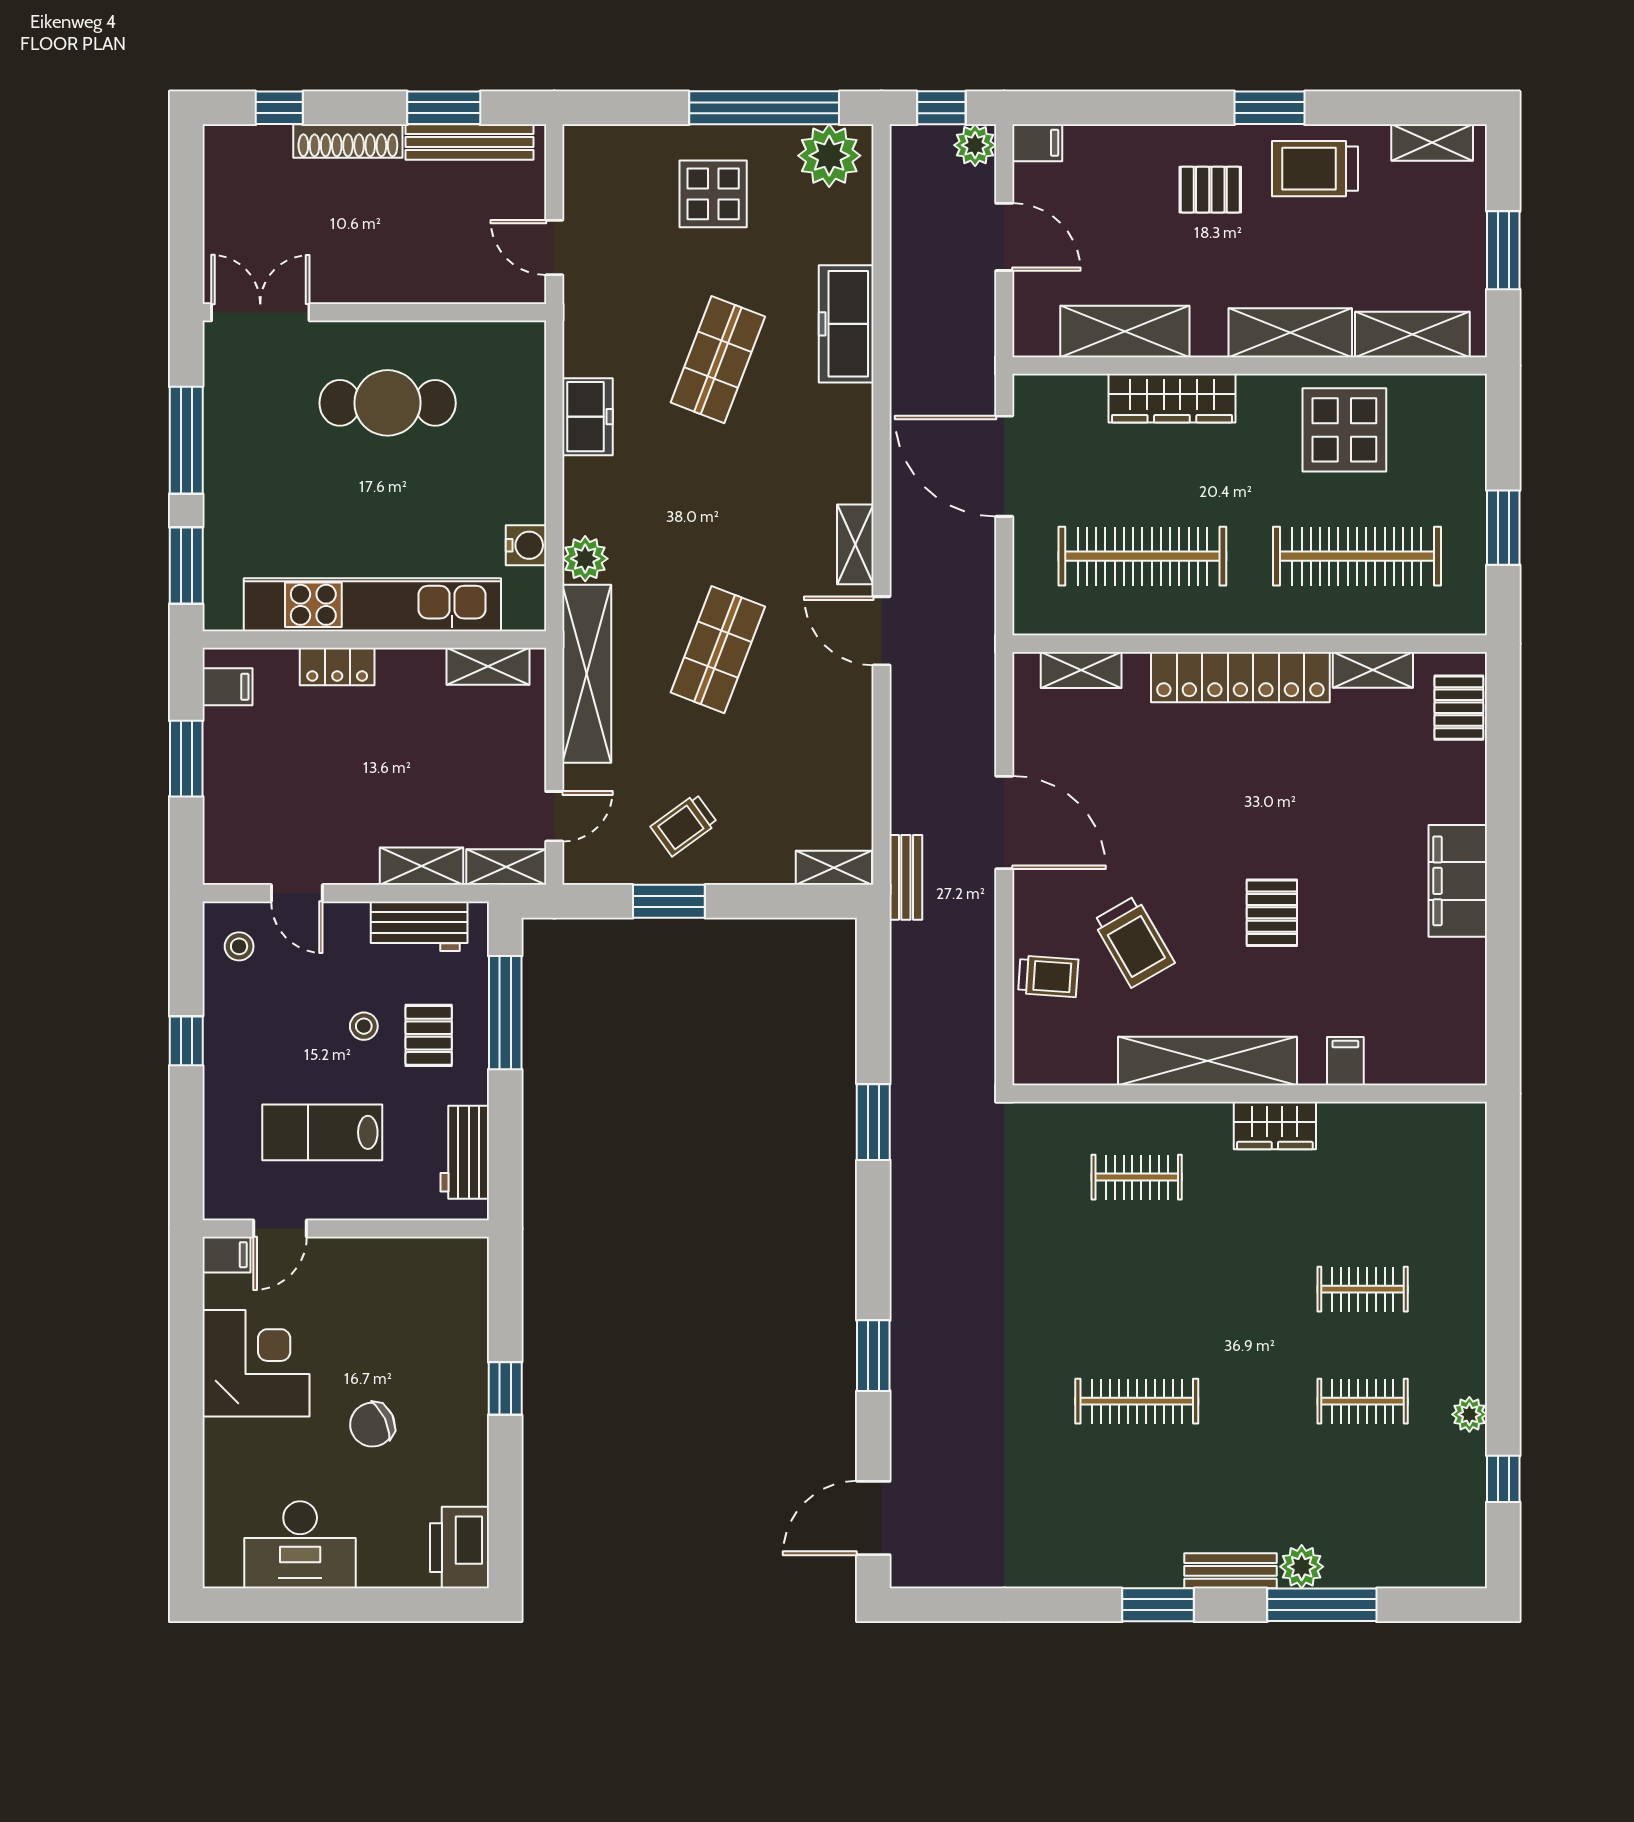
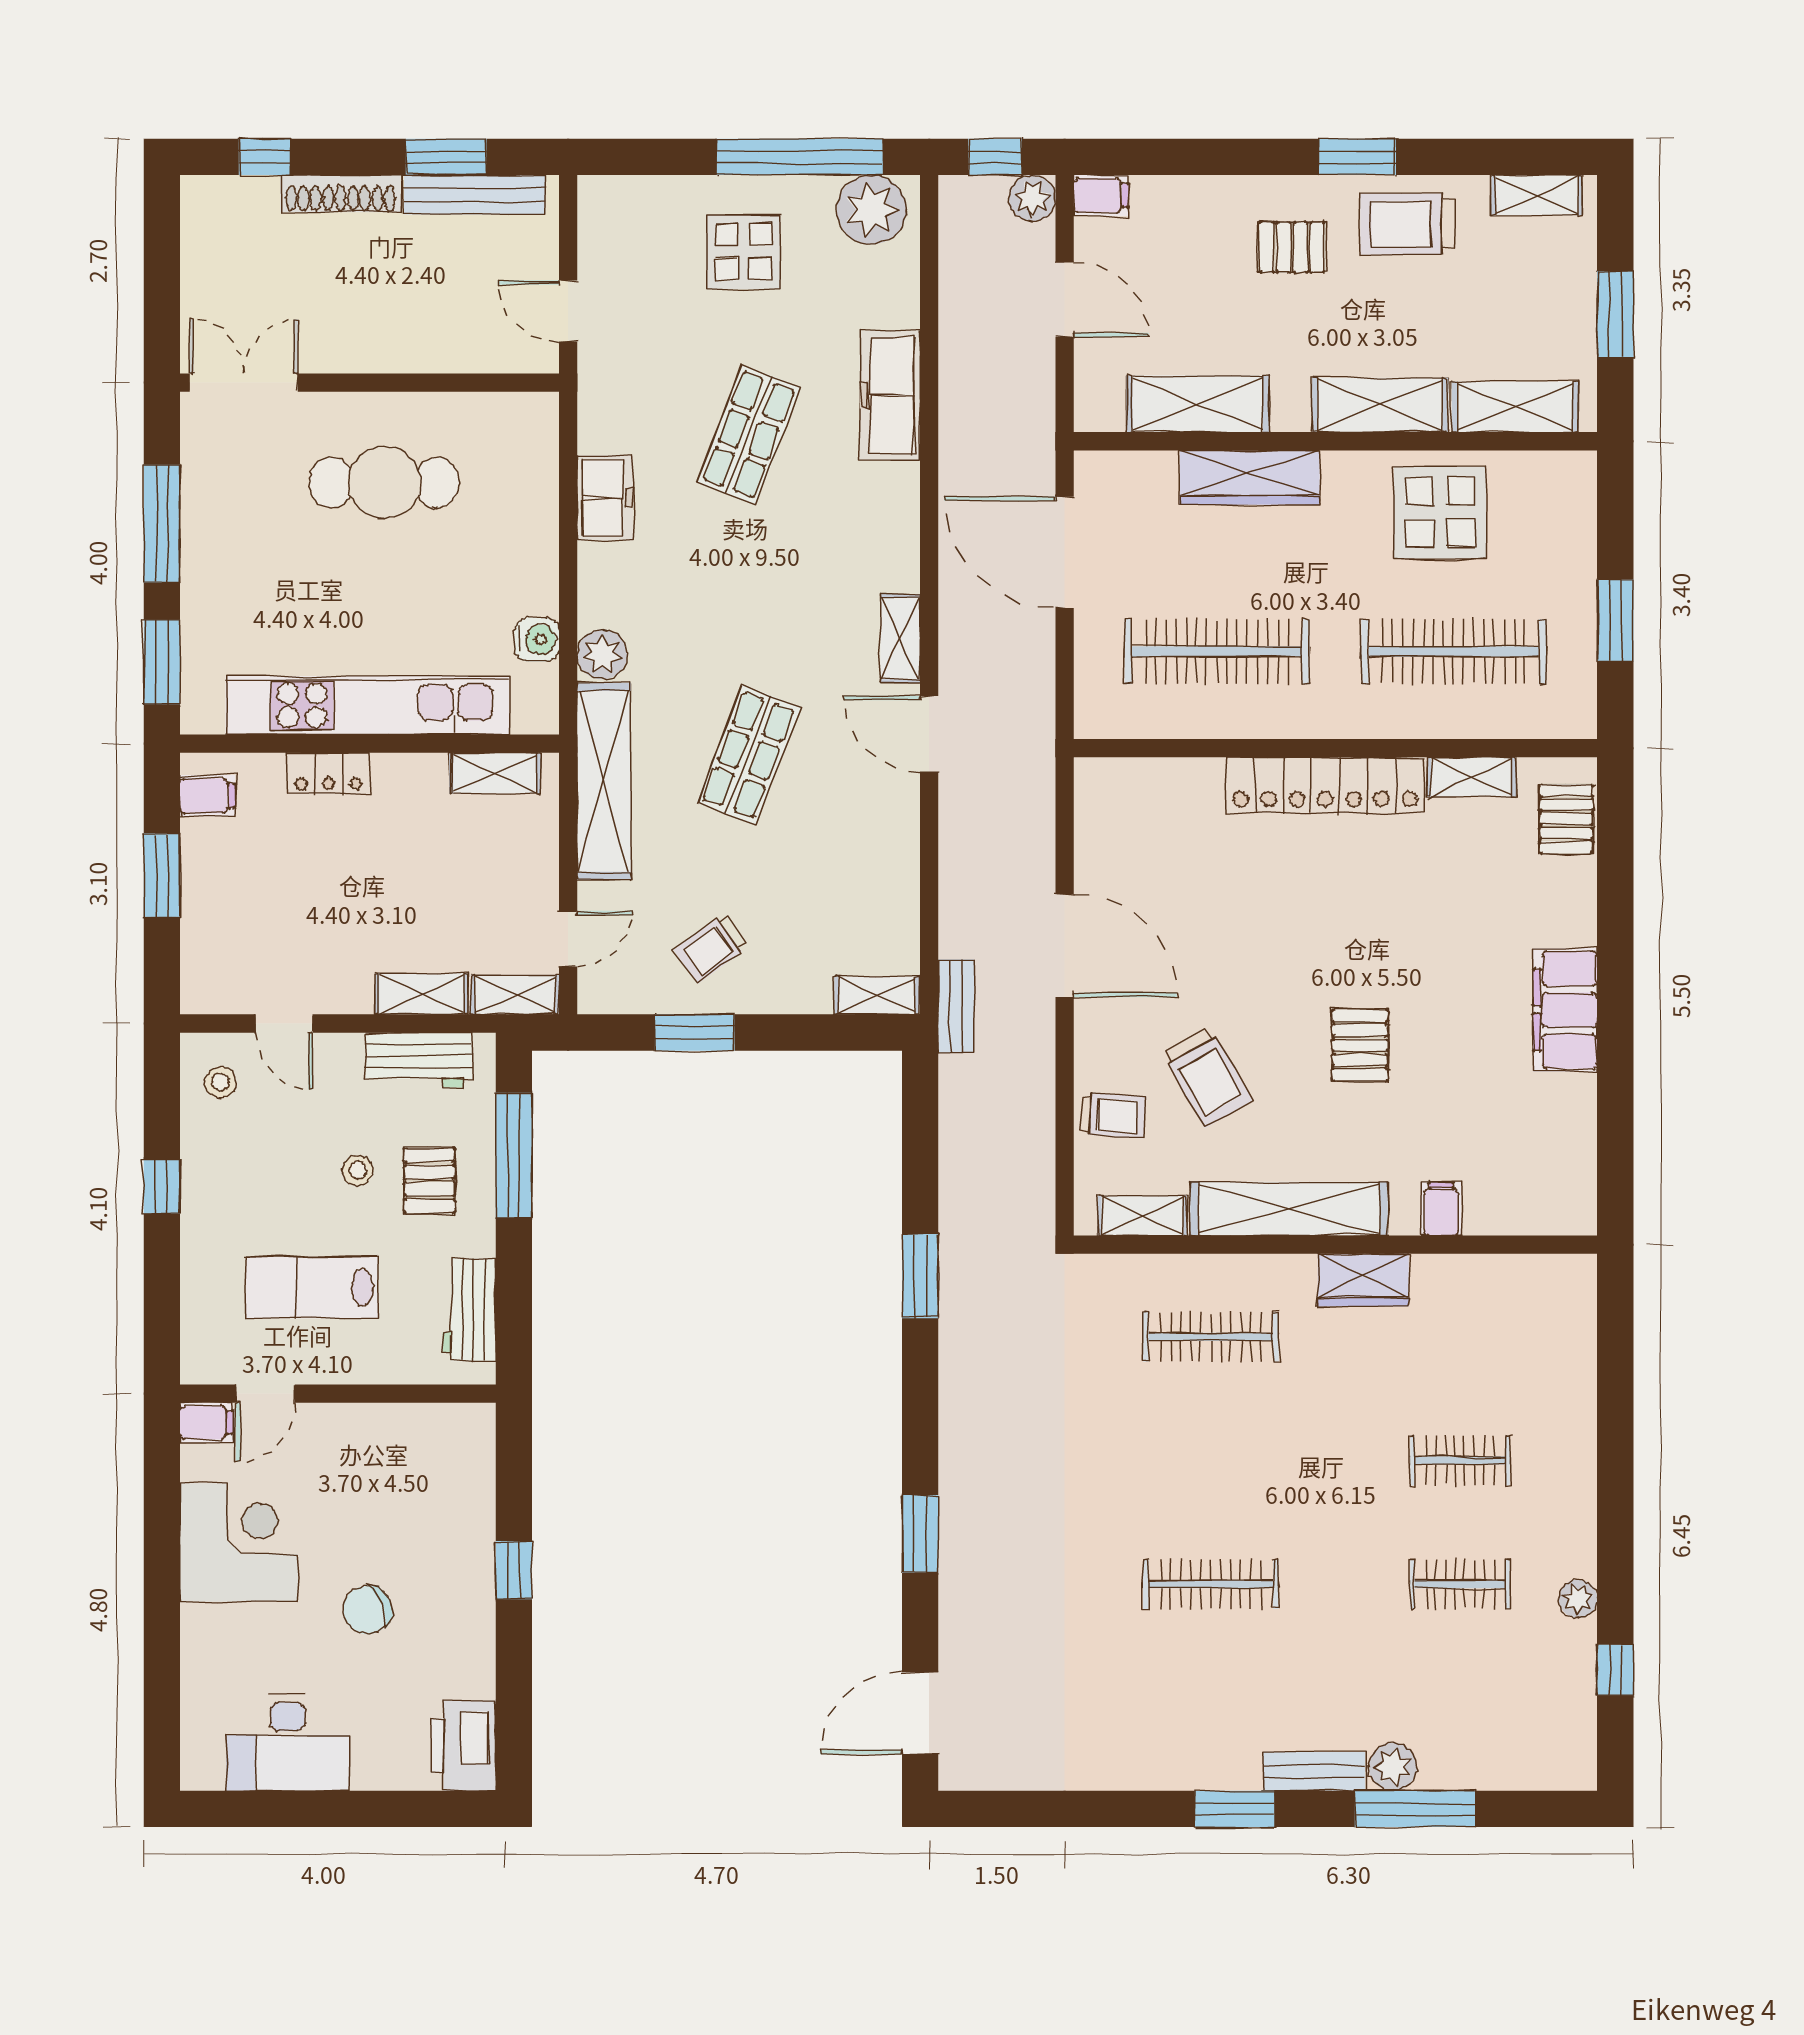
shelving: (1081, 670) -> (1142, 1216), moved
clothes rail: (1137, 1177) -> (1211, 1337), width x1.36

